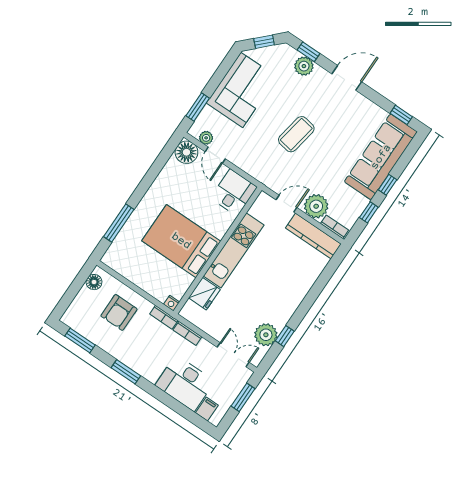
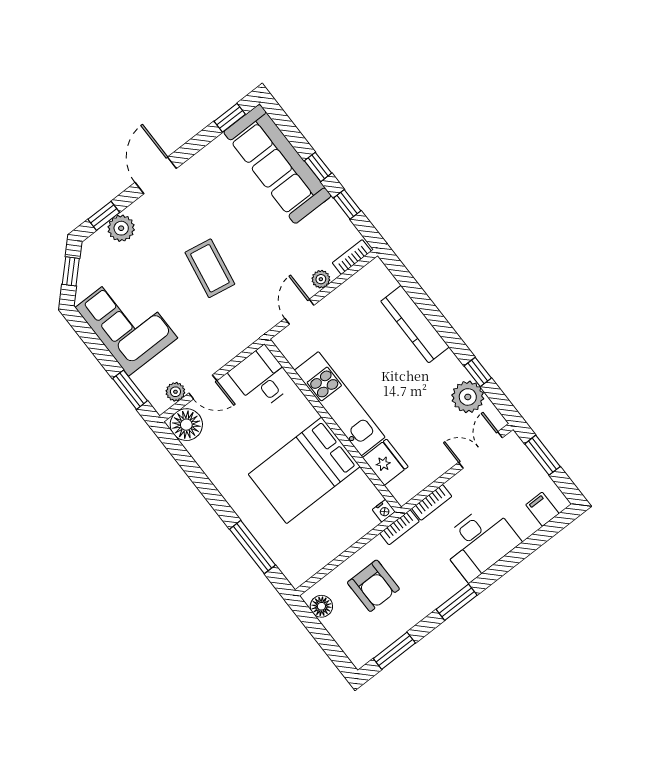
plant: (316, 206) -> (321, 279), width x0.53, depth x0.53
kitchen counter: (313, 236) -> (415, 324), moved, turned 90
desk: (185, 383) -> (479, 542), moved

